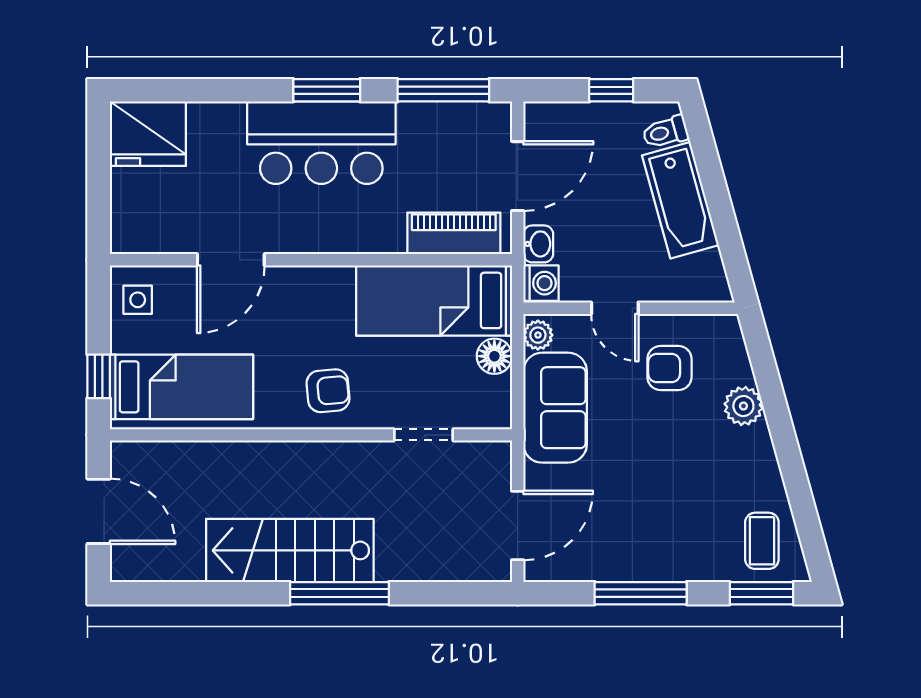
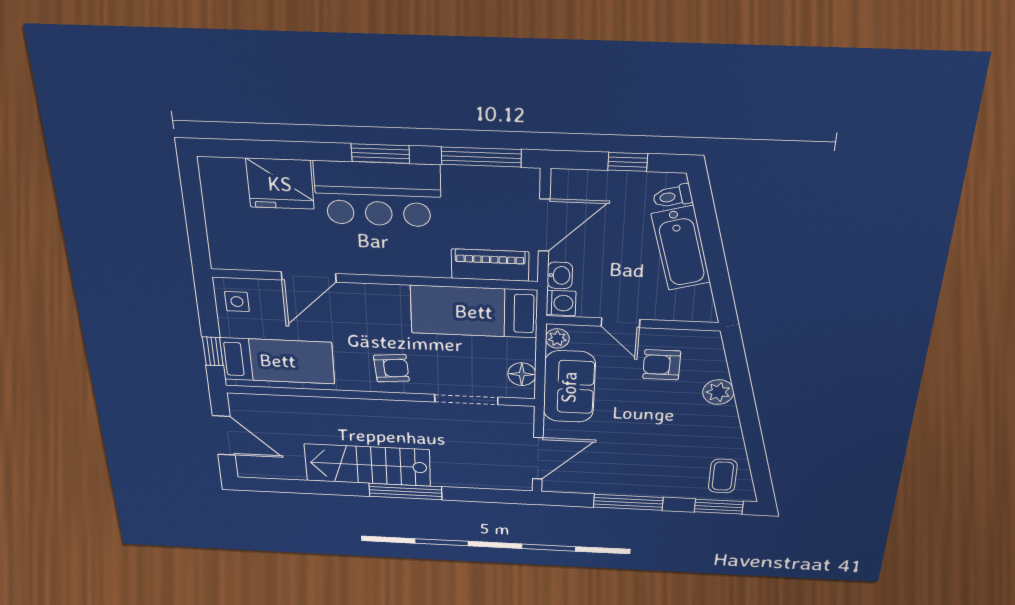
fridge: (148, 134) -> (280, 184), moved
floor lamp: (494, 356) -> (522, 374), moved
doorway: (424, 435) -> (466, 400), width x1.38

